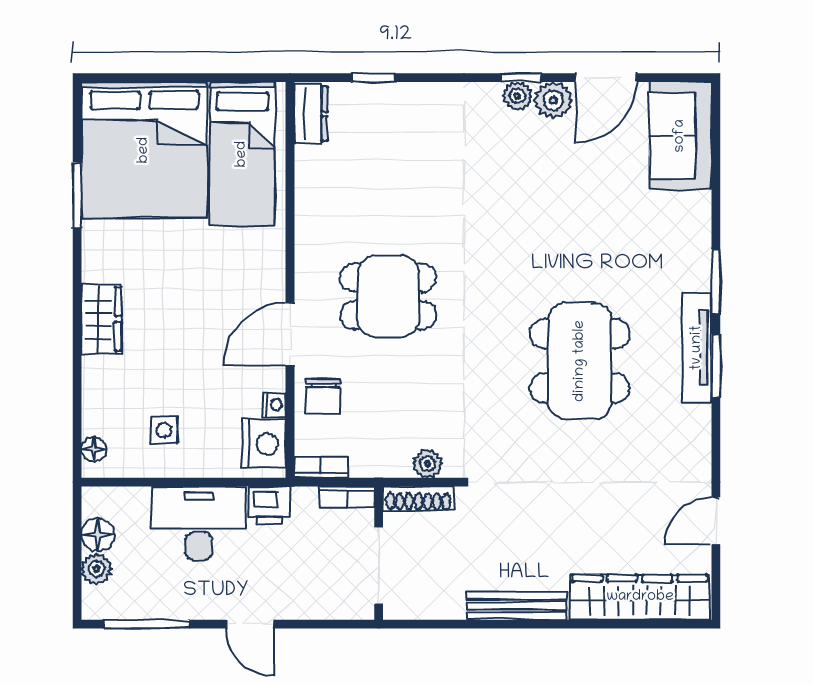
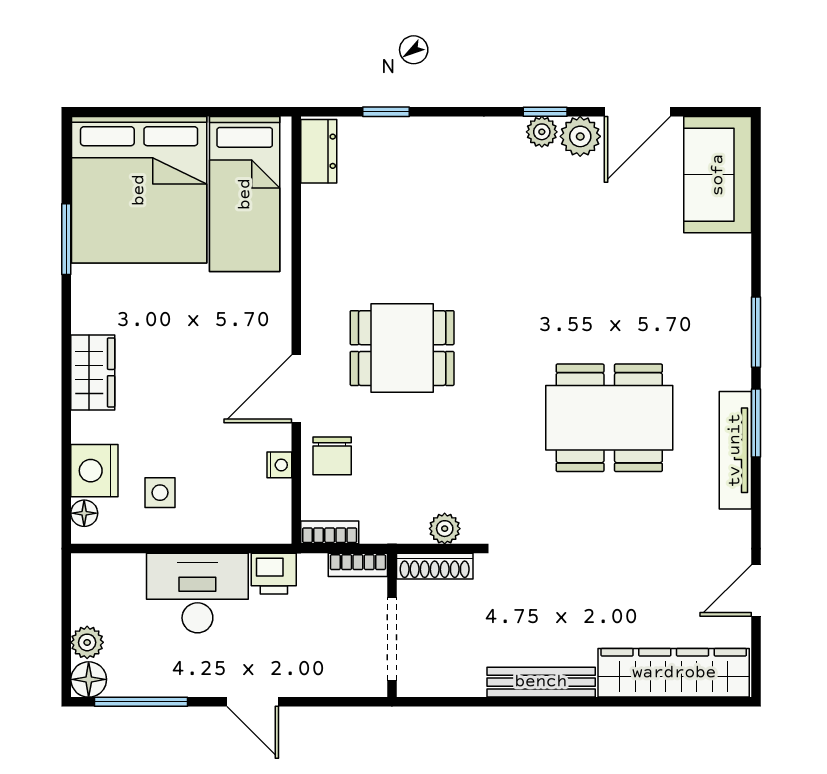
tv unit: (697, 348) -> (735, 450), moved
dining table: (580, 361) -> (609, 418), turned 90
nightstand: (264, 444) -> (94, 471), moved, turned 180
floor lamp: (98, 535) -> (89, 679), moved

